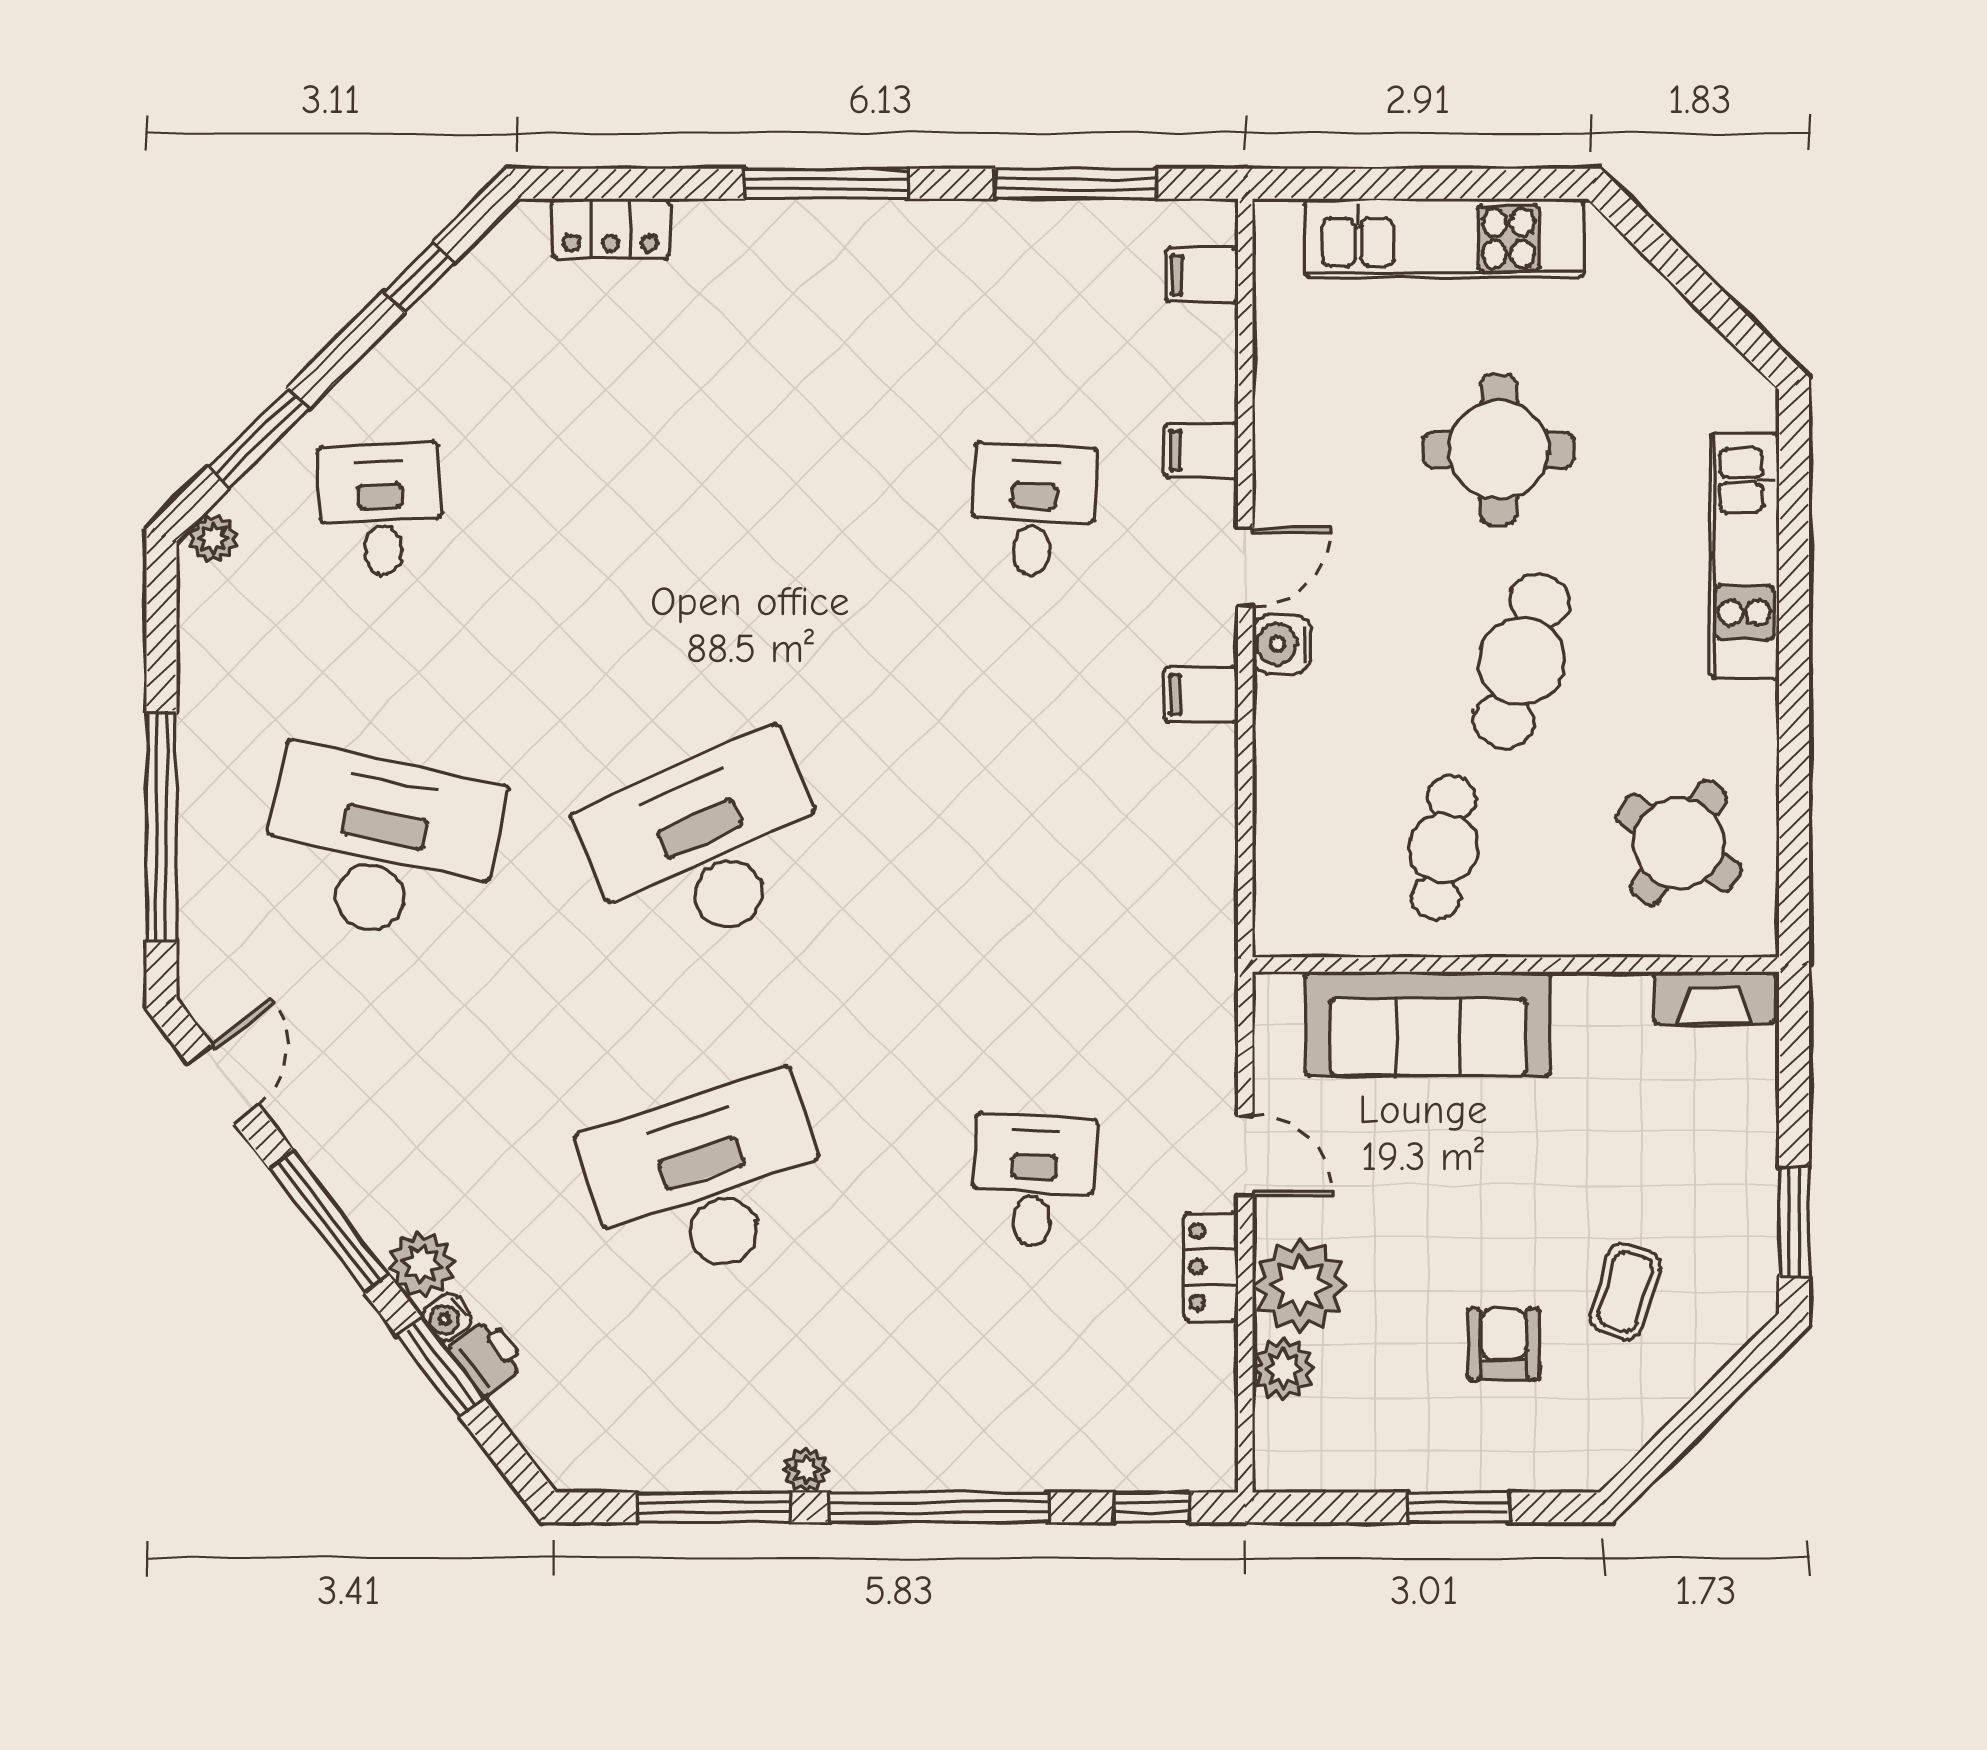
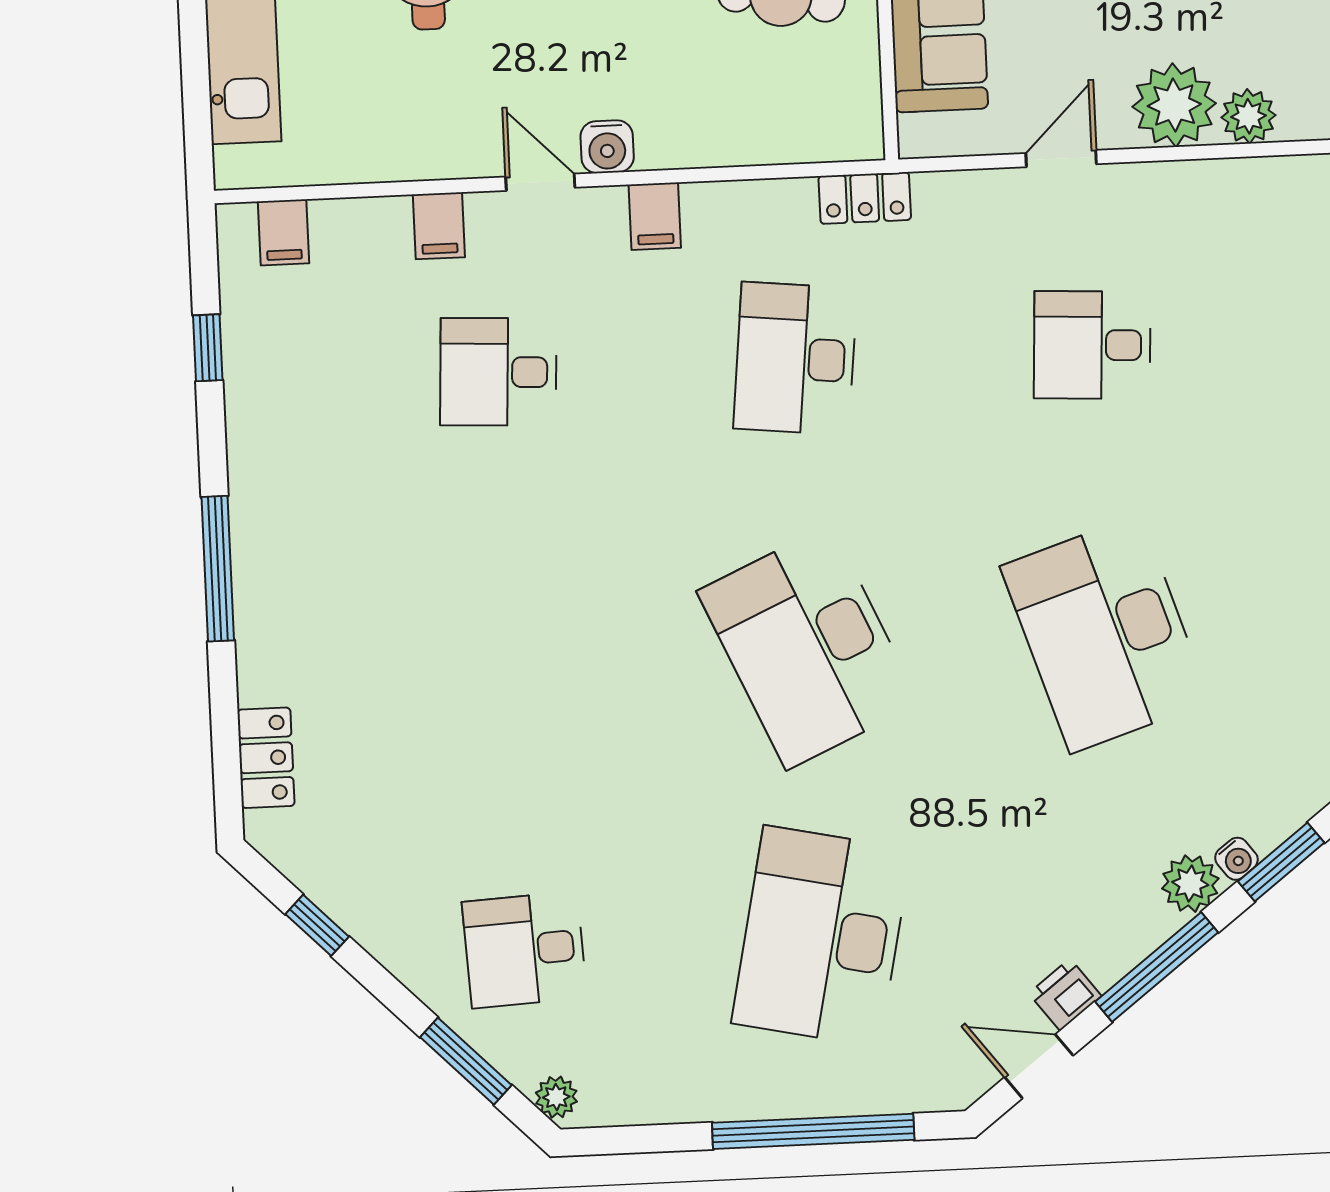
window: (1076, 184) -> (208, 348), width x0.46
desk: (1034, 846) -> (795, 358), added
locker: (1211, 1267) -> (865, 198), moved
printer: (487, 1357) -> (1065, 995), moved

